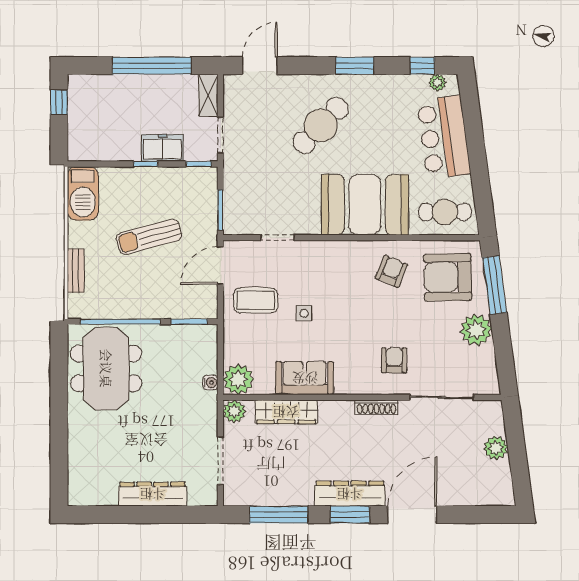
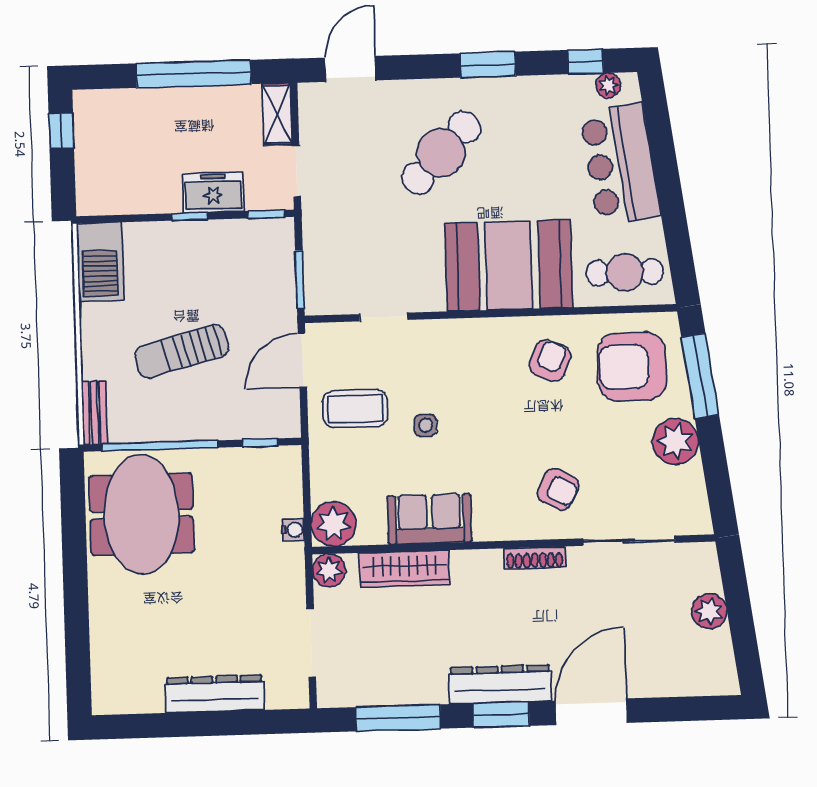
sun lounger: (149, 237) -> (182, 351), moved
bench: (76, 271) -> (94, 413), moved
window: (189, 322) -> (260, 443), width x0.67
armchair: (394, 360) -> (558, 489), turned 117

